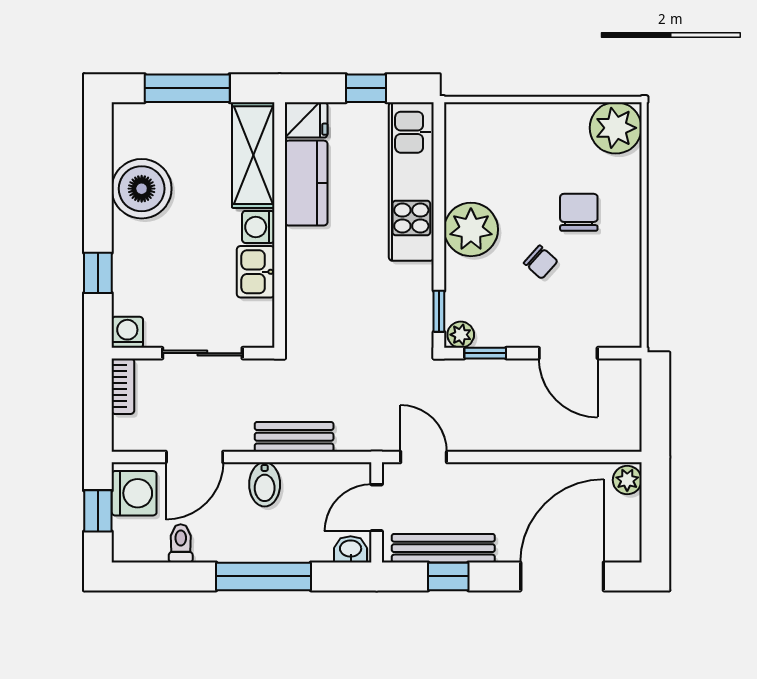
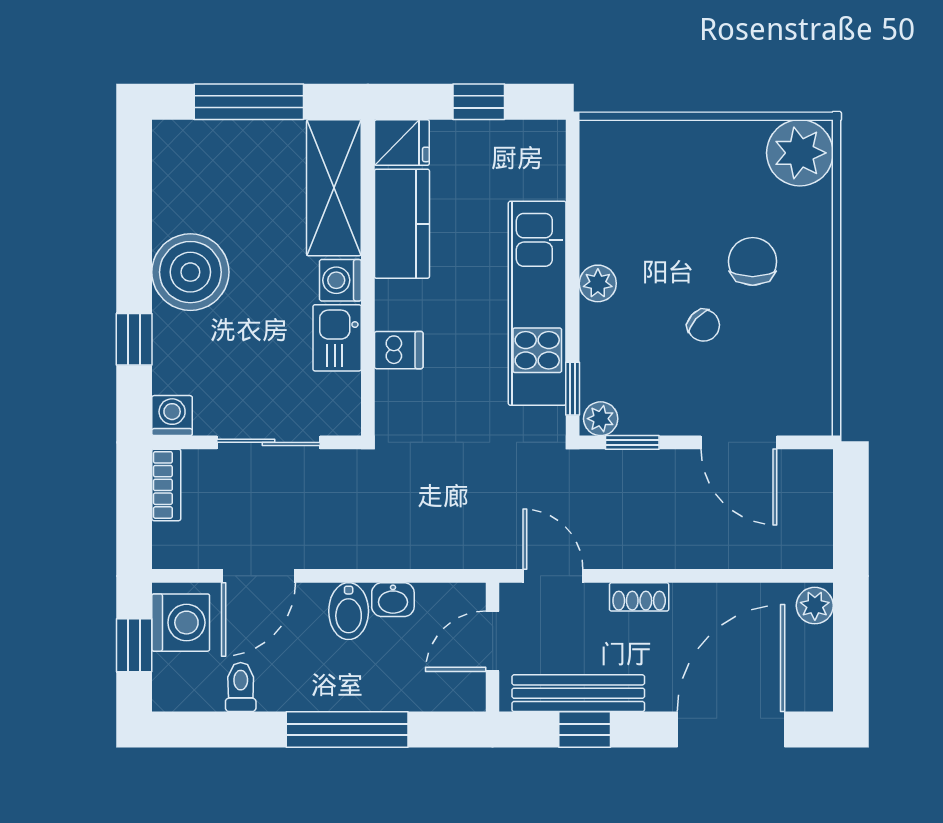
kitchen unit: (411, 181) -> (537, 303), moved
boiler: (142, 189) -> (190, 272), moved
plant: (471, 229) -> (598, 283), width x0.53, depth x0.53
dishwasher: (304, 281) -> (399, 350), added
bench: (294, 437) -> (386, 550), removed
shoe rack: (491, 473) -> (639, 597), added
washbasin: (351, 549) -> (393, 600), moved, turned 180

